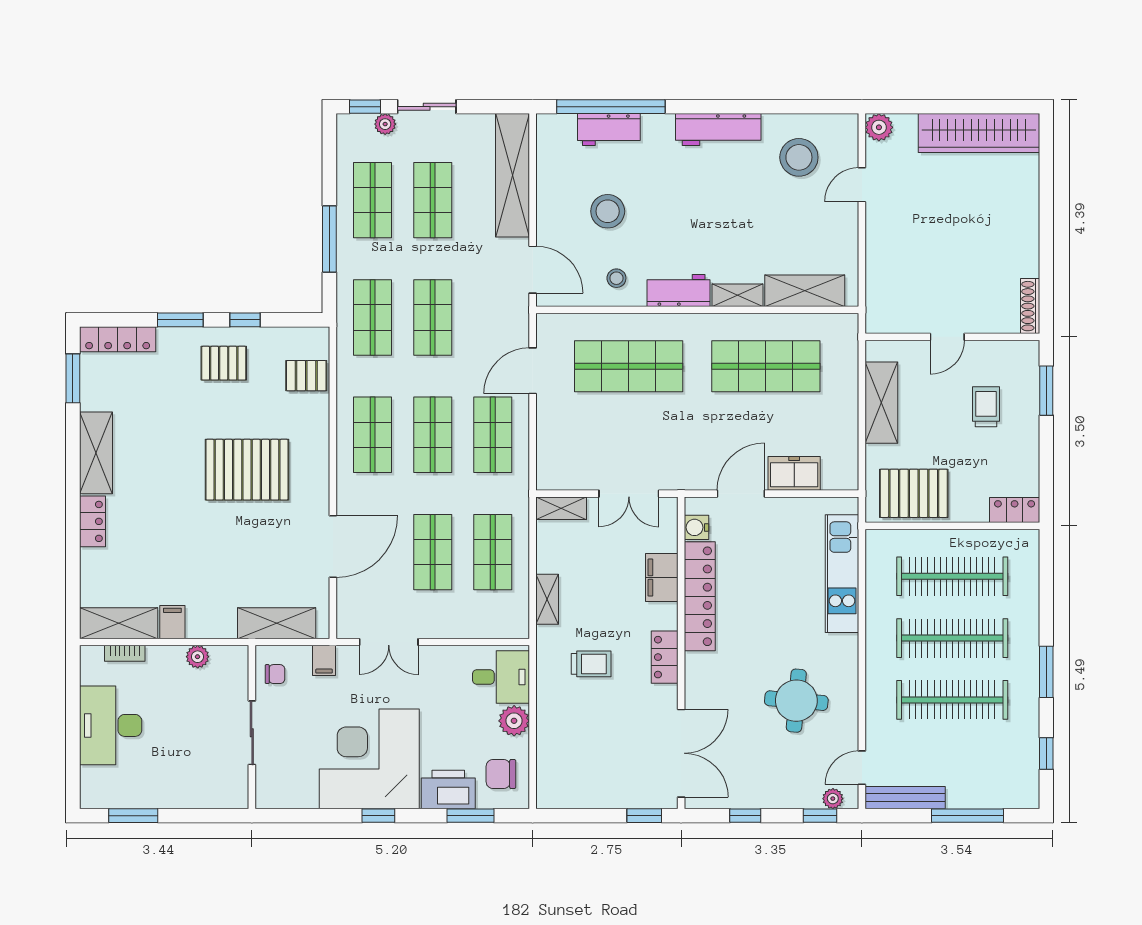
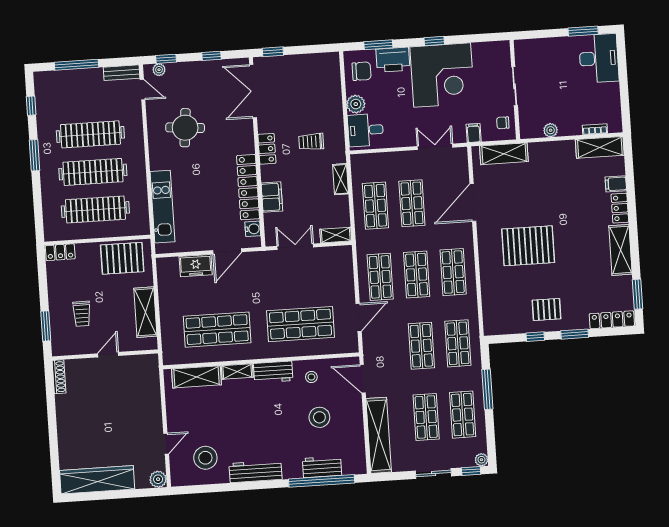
plant: (385, 124) -> (481, 460), moved
pallet: (306, 376) -> (496, 305), removed
filing cabinet: (172, 622) -> (616, 184), moved, turned 90
desk: (111, 725) -> (599, 58), moved
door: (862, 768) -> (143, 90), hinge flipped
bench: (905, 798) -> (122, 73), width x0.73

